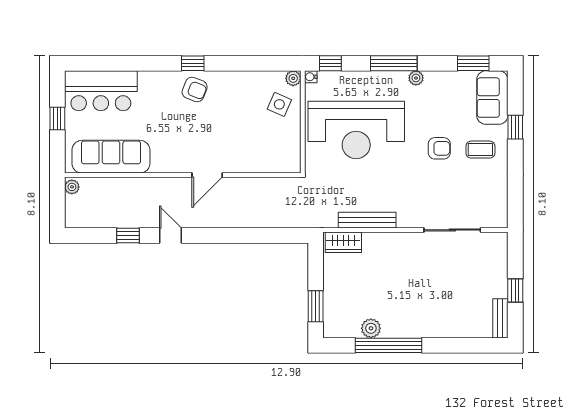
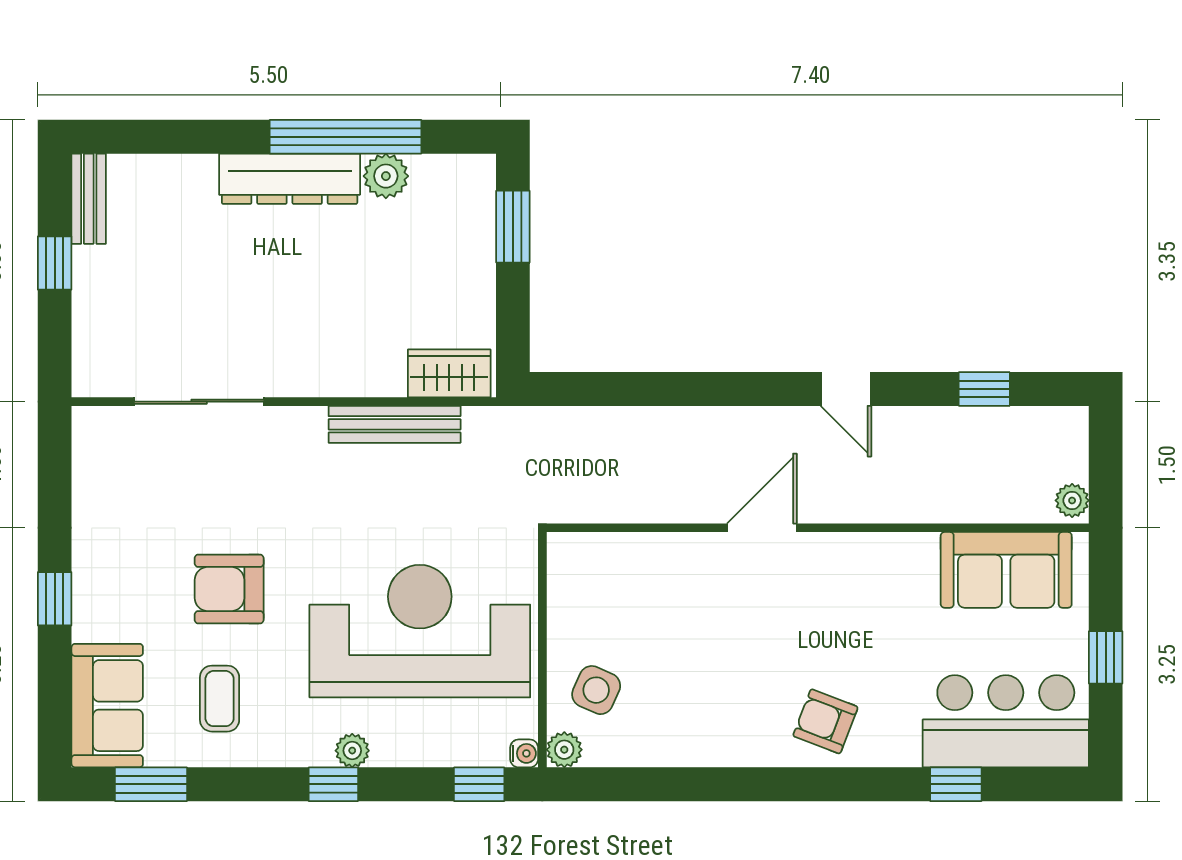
window: (193, 63) -> (956, 784), moved
window: (394, 63) -> (333, 784), width x0.46
plant: (416, 78) -> (352, 751), moved
armchair: (195, 89) -> (825, 721), moved
window: (515, 127) -> (55, 599), moved
armchair: (439, 148) -> (229, 589), width x1.38, depth x1.38
coffee table: (480, 150) -> (220, 699), moved, turned 90
sofa: (111, 157) -> (1006, 570), width x0.73
window: (128, 235) -> (984, 389), moved
dresser: (413, 327) -> (290, 179), added

